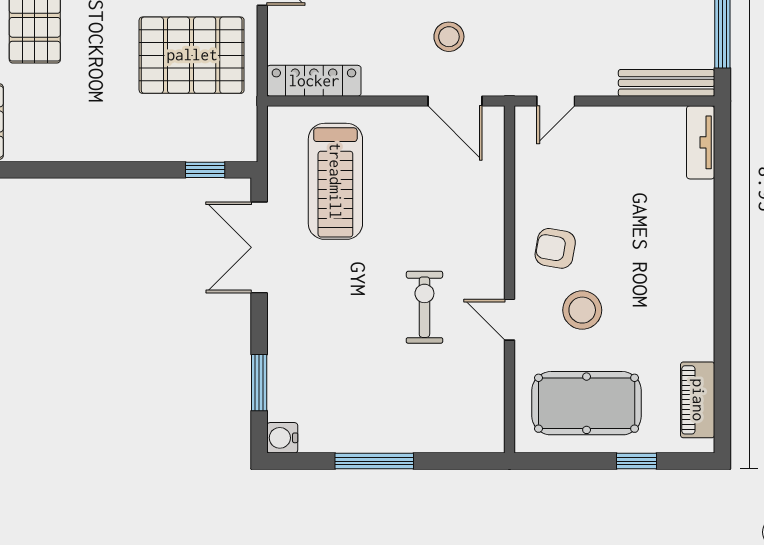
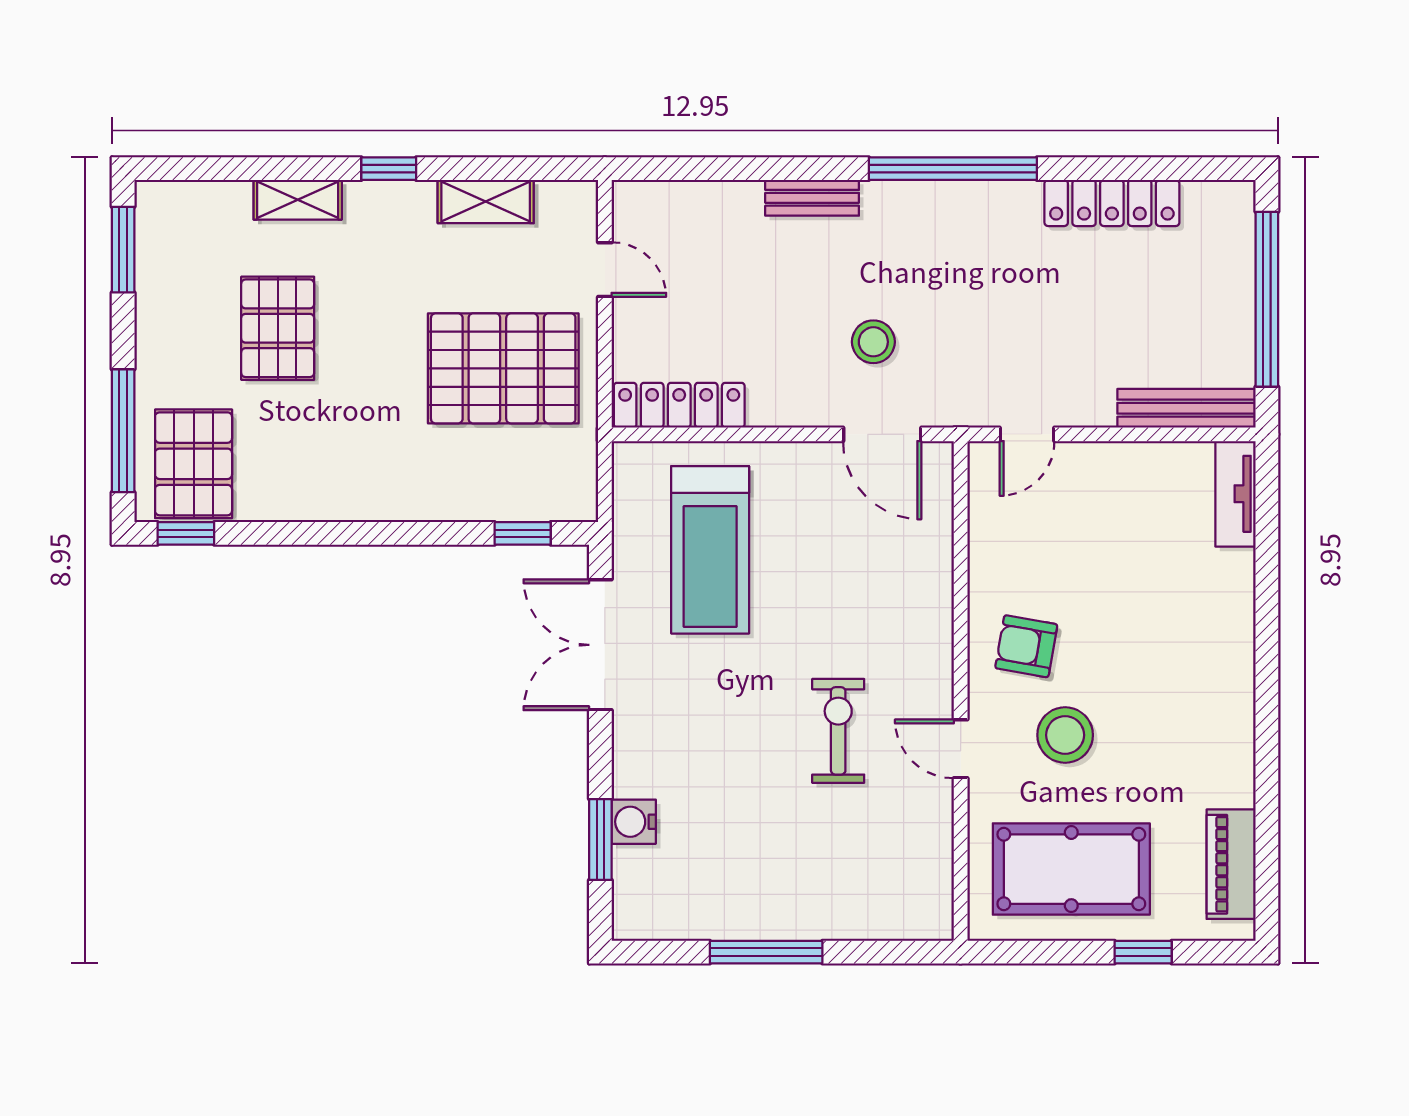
water cooler: (282, 438) -> (634, 822), moved

